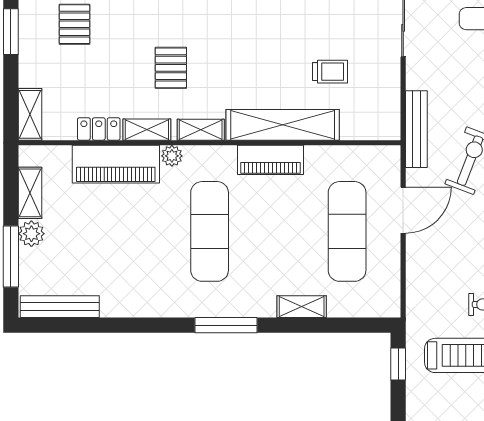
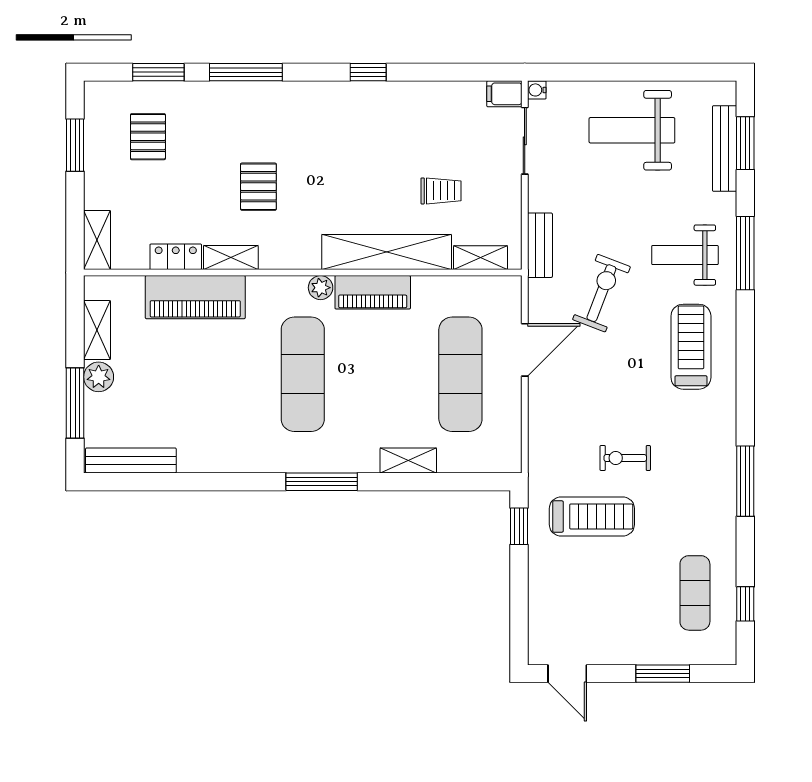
bench: (416, 129) -> (540, 245), width x0.73
shelving: (201, 130) -> (481, 258), moved
plant: (172, 156) -> (321, 288), moved

